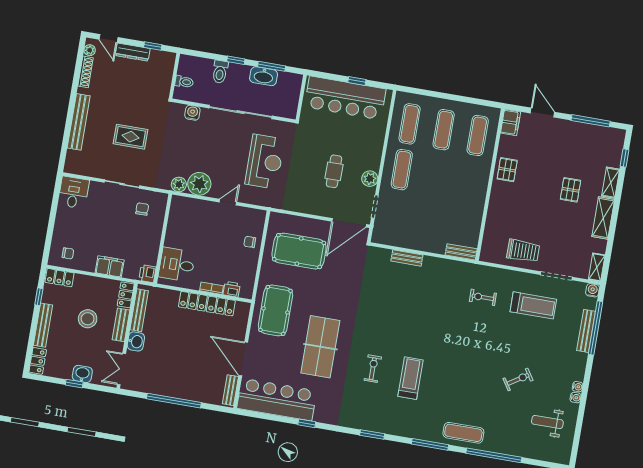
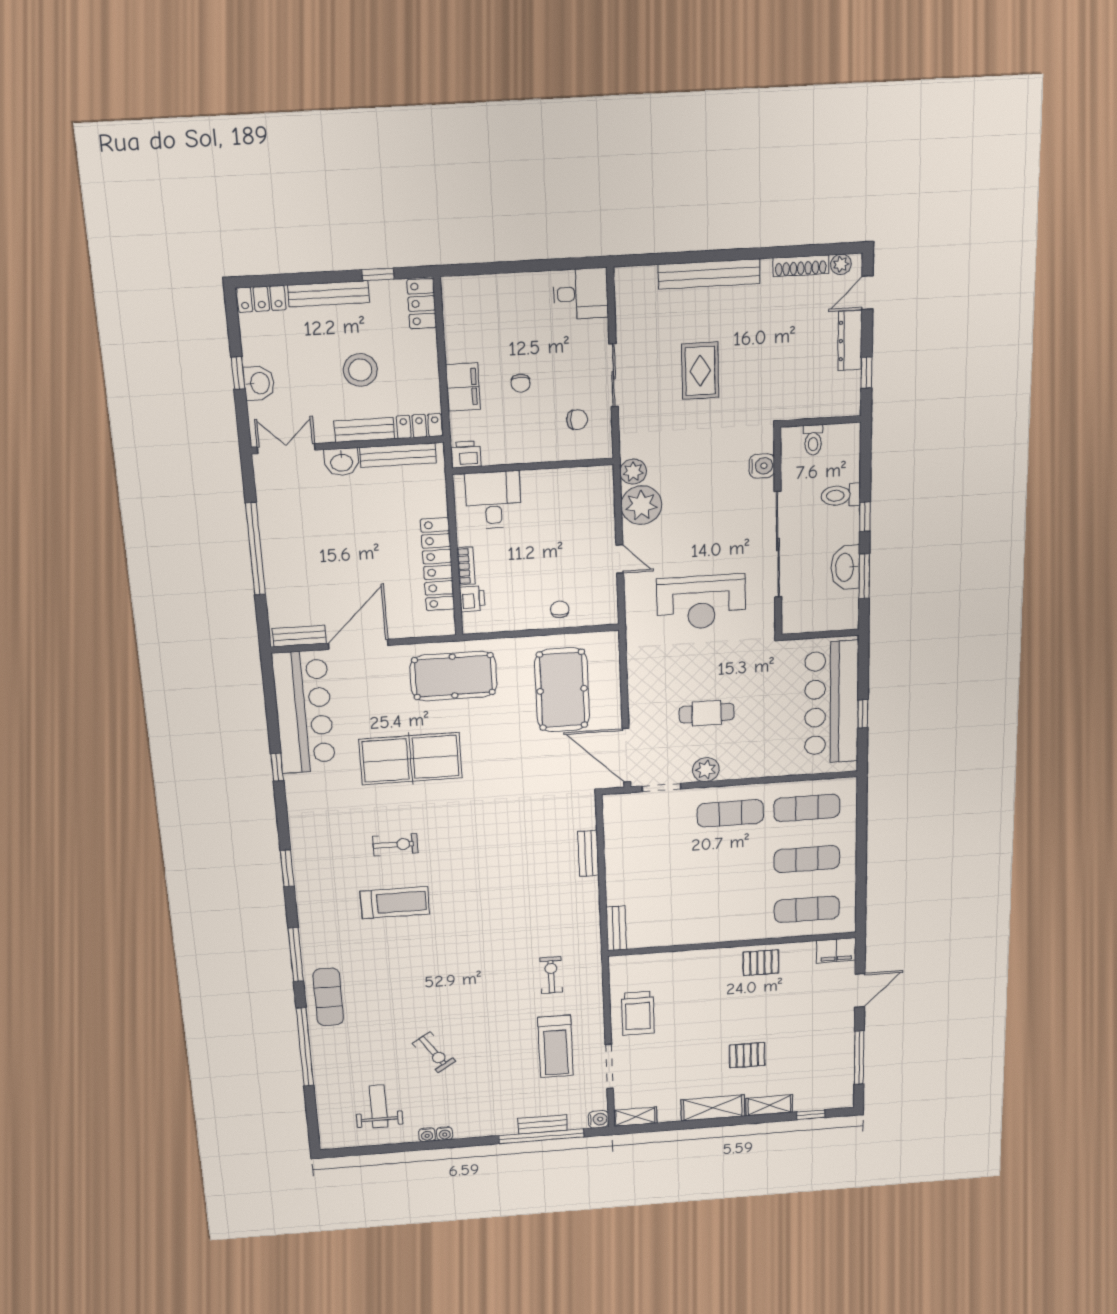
chair: (68, 253) -> (521, 383), moved
bench: (586, 331) -> (543, 1124), width x0.73

